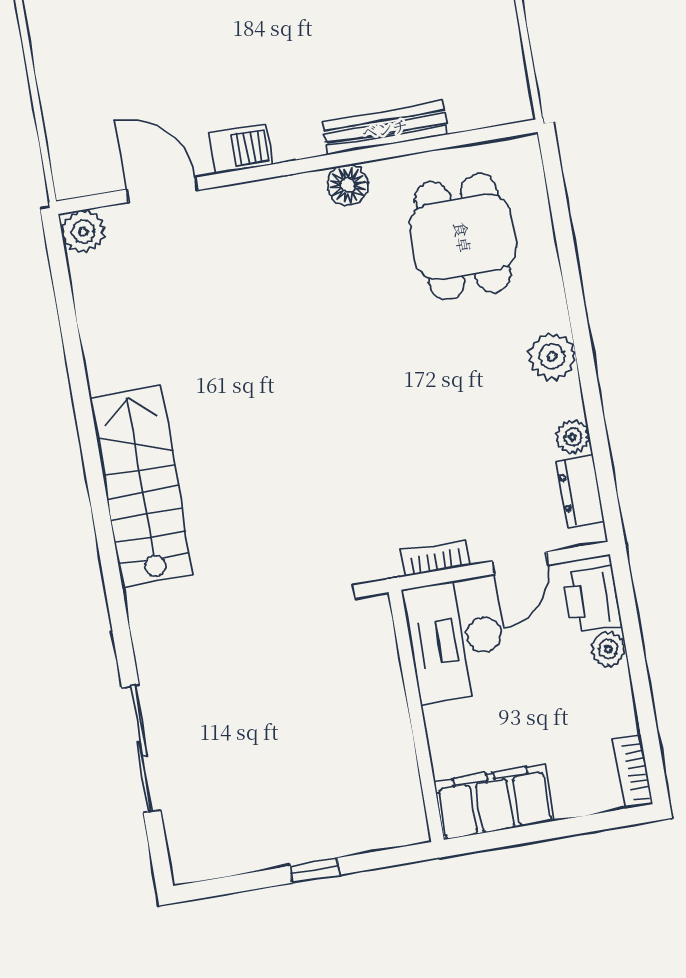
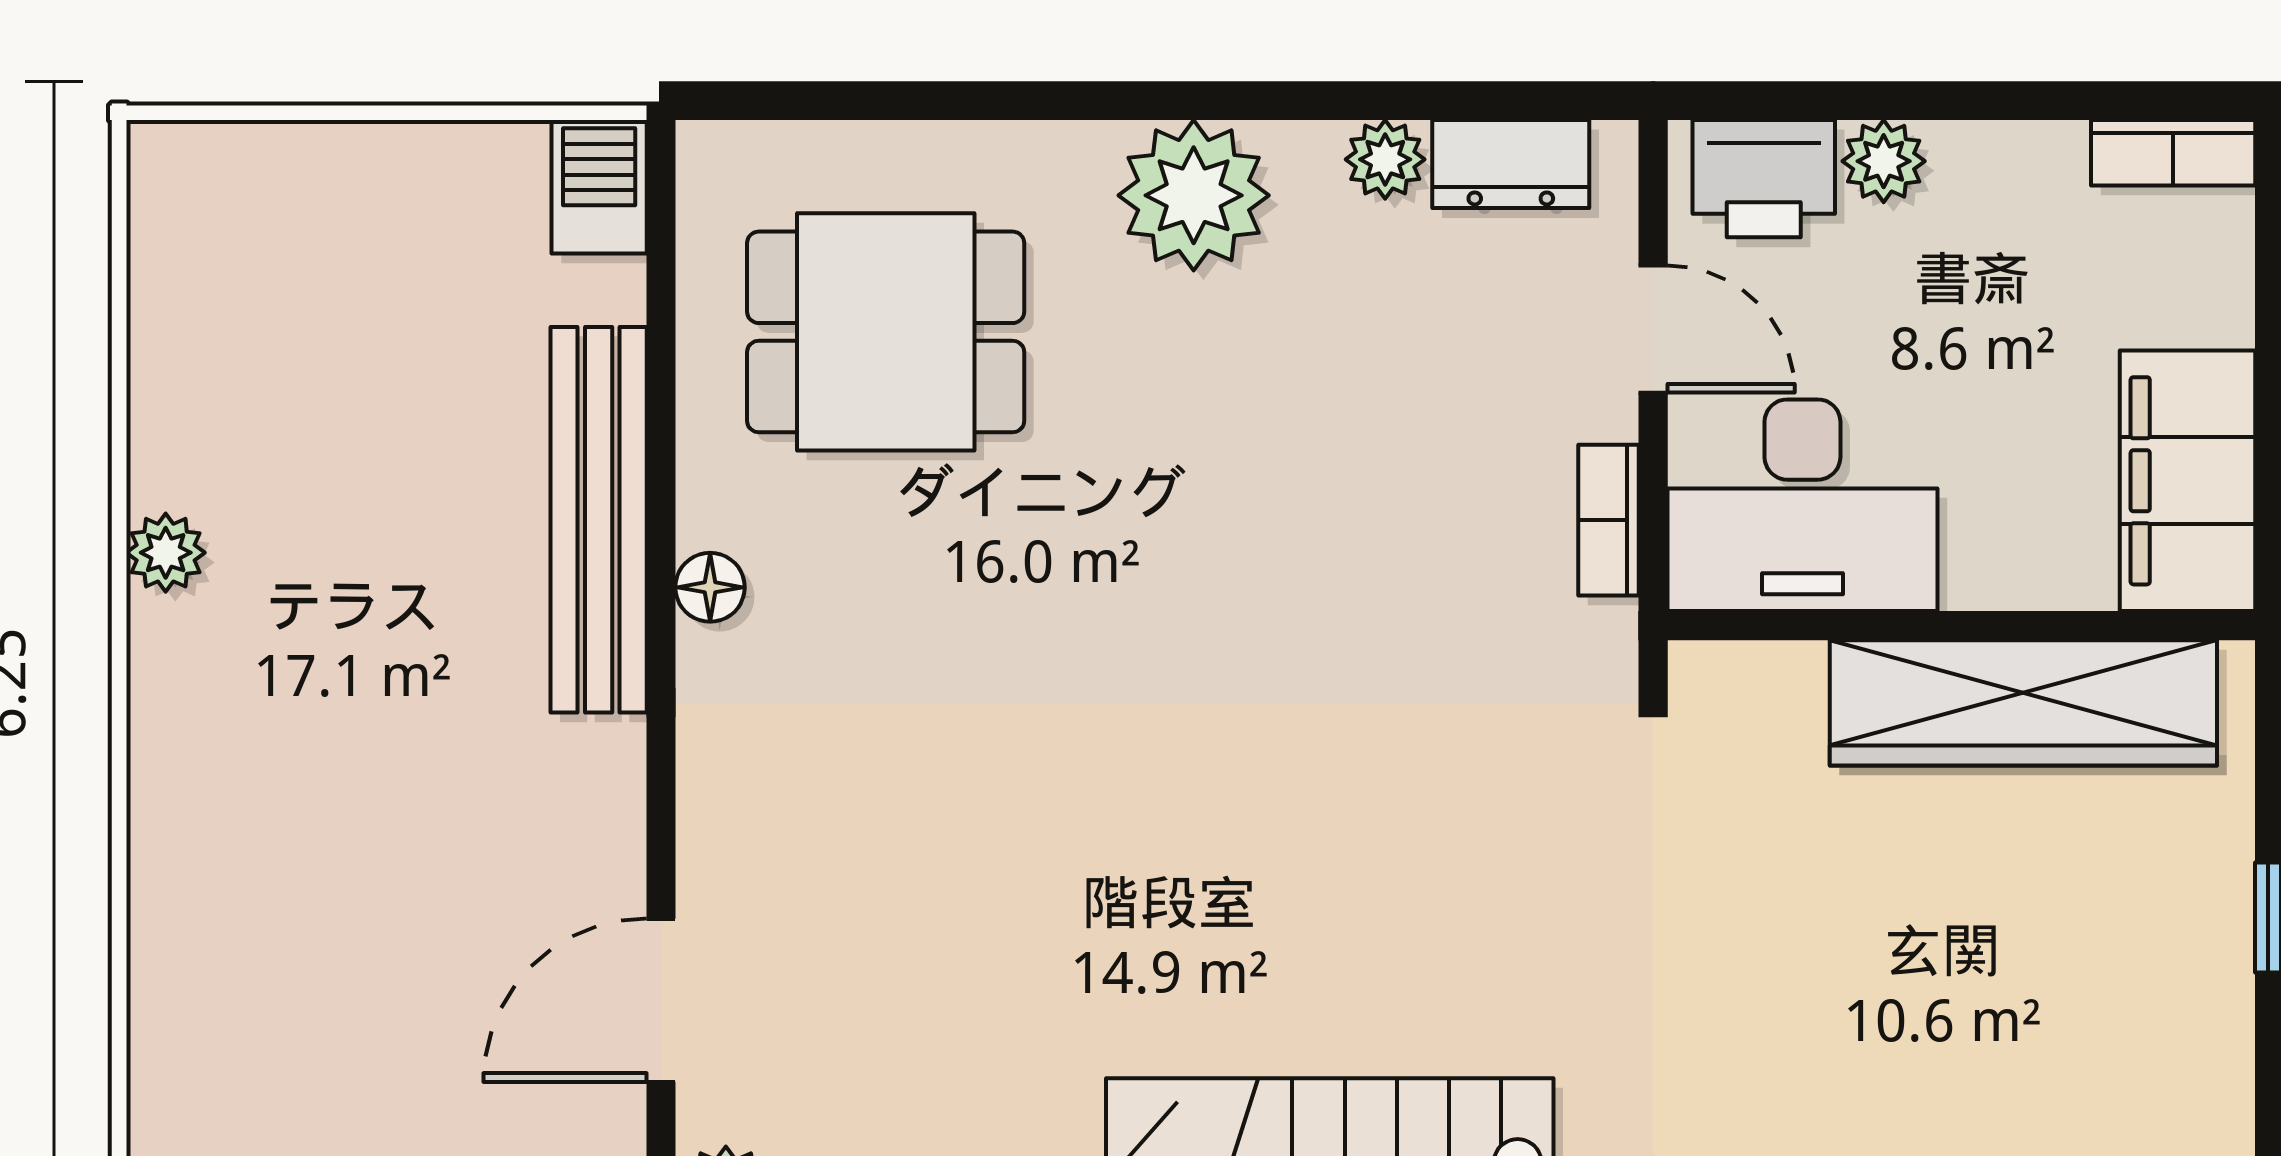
bench: (385, 128) -> (599, 520), width x1.37, depth x1.21
barbecue: (241, 149) -> (599, 187), moved
floor lamp: (348, 185) -> (710, 587), width x0.73, depth x0.73
plant: (552, 356) -> (1194, 195), width x1.36, depth x1.36
wardrobe: (388, 748) -> (2023, 703), added

